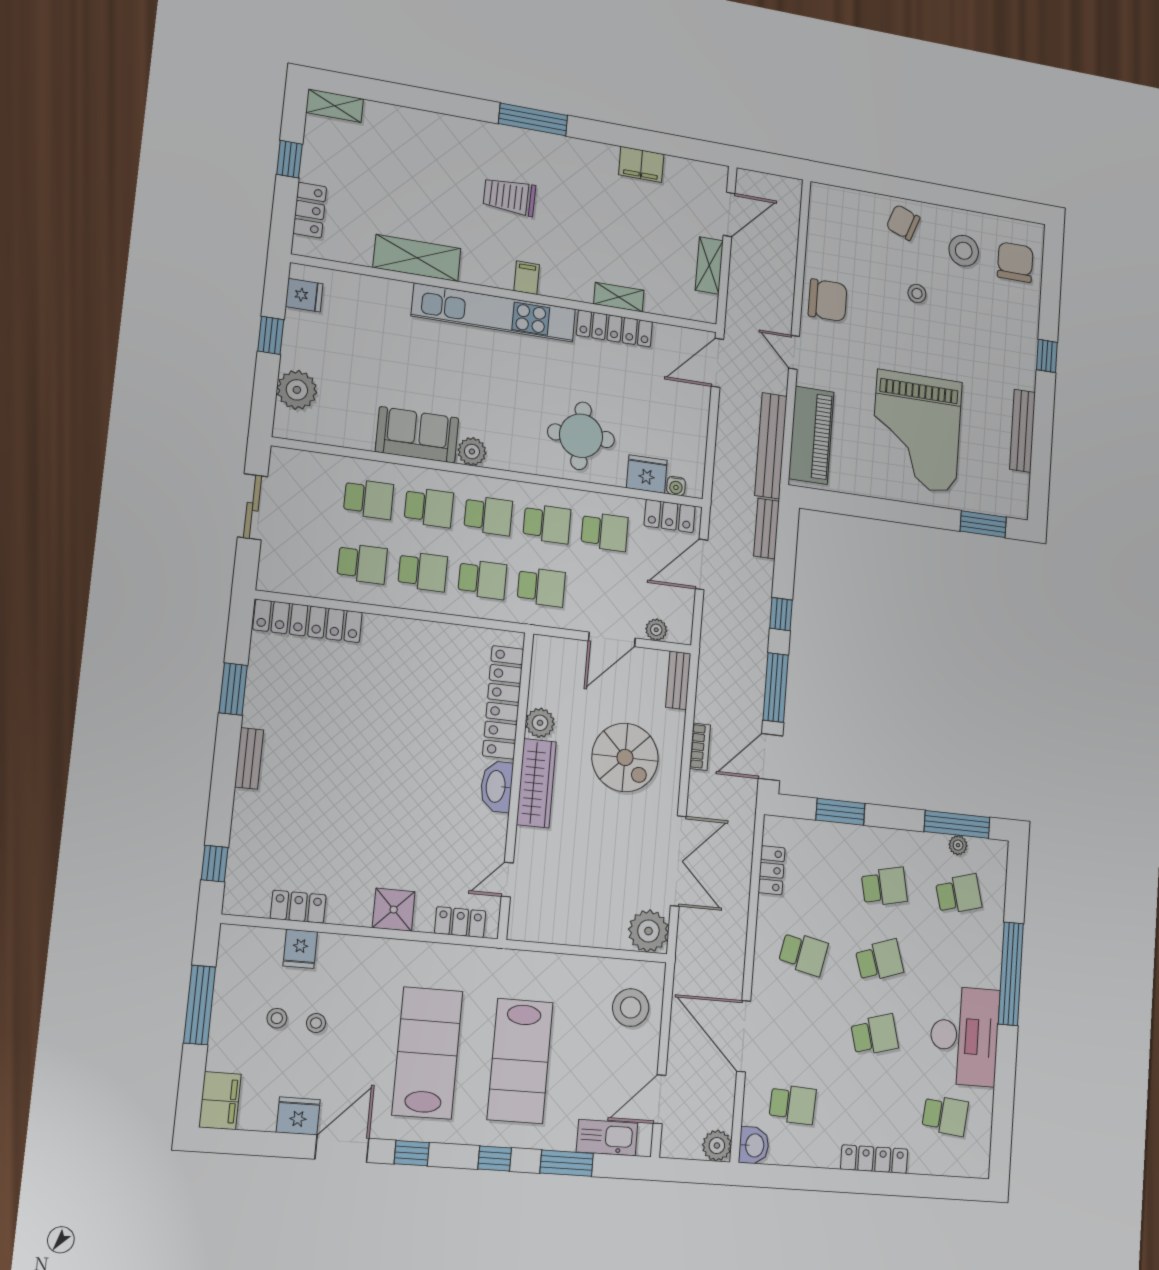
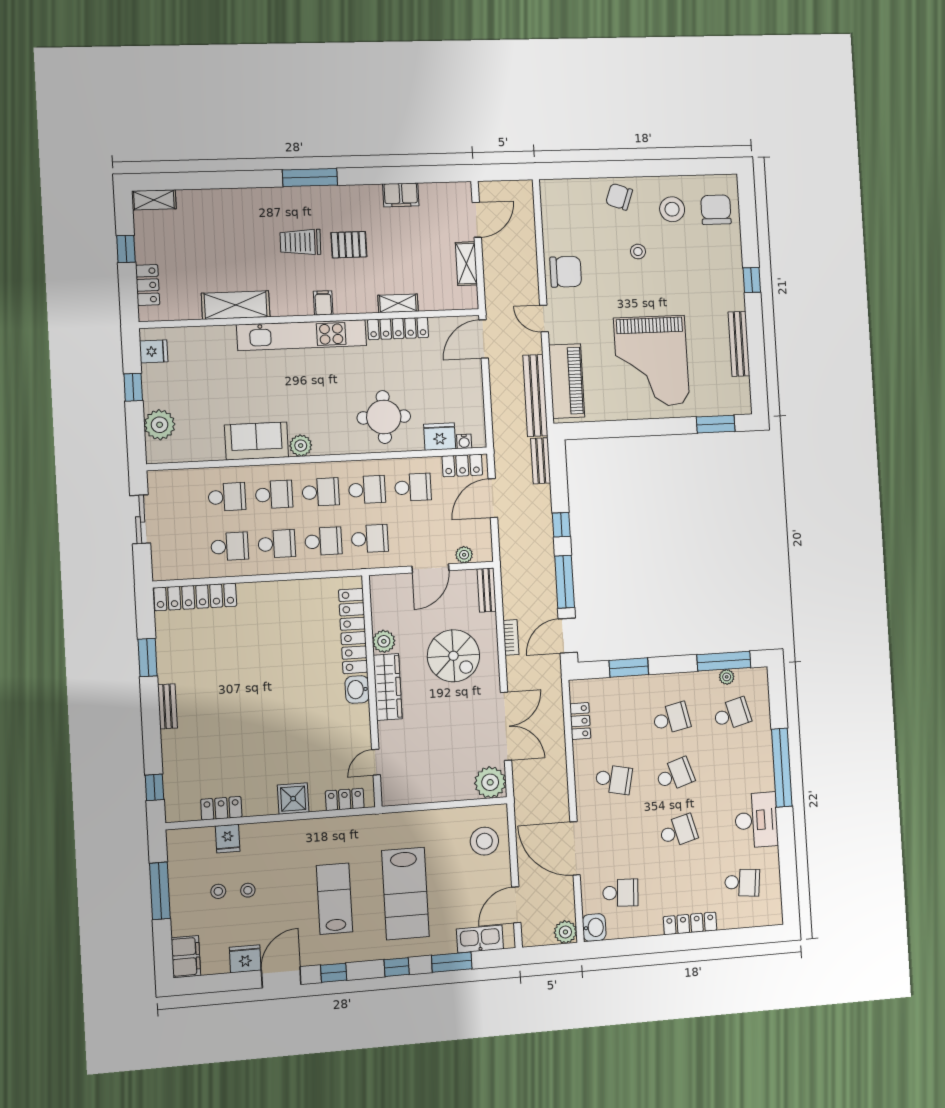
pallet: (569, 212) -> (349, 245), added
washbasin: (497, 786) -> (357, 689), width x0.72
desk: (964, 1036) -> (756, 820), width x0.73, depth x0.77
lab bench: (427, 1053) -> (334, 899), width x0.73, depth x0.72

